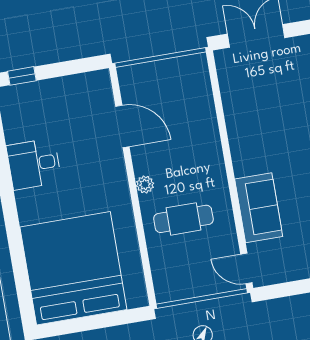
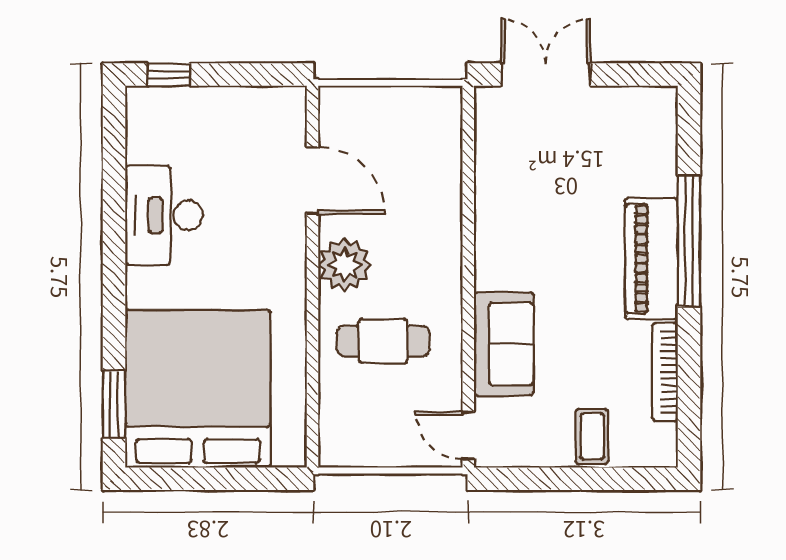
desk: (34, 164) -> (164, 215), width x1.37
plant: (145, 185) -> (345, 265), width x1.88, depth x1.88
window: (23, 287) -> (114, 404), added

